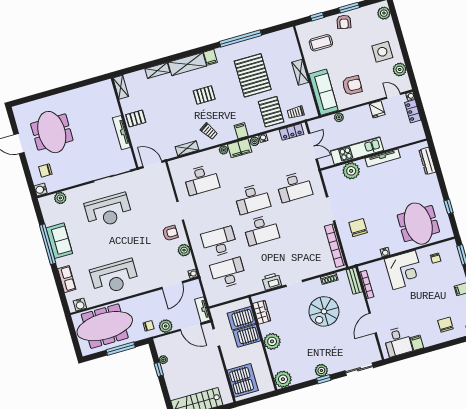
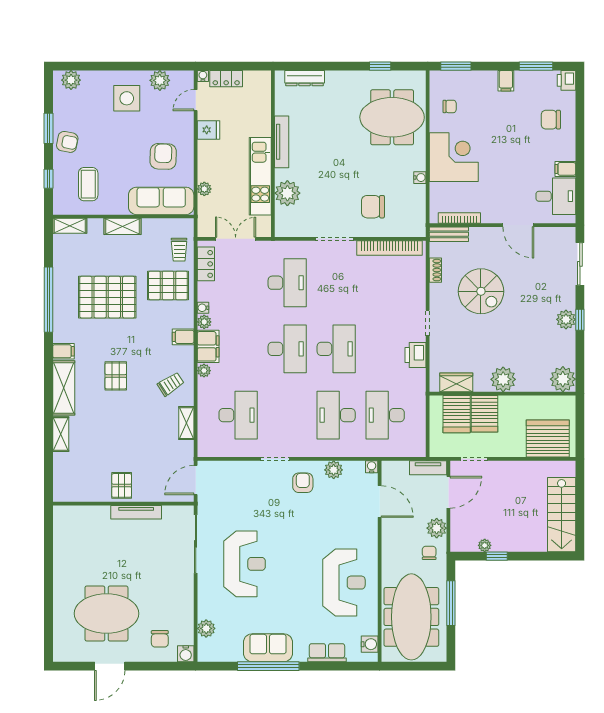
shelving: (121, 87) -> (70, 226), moved

